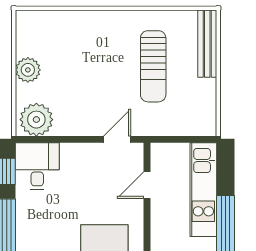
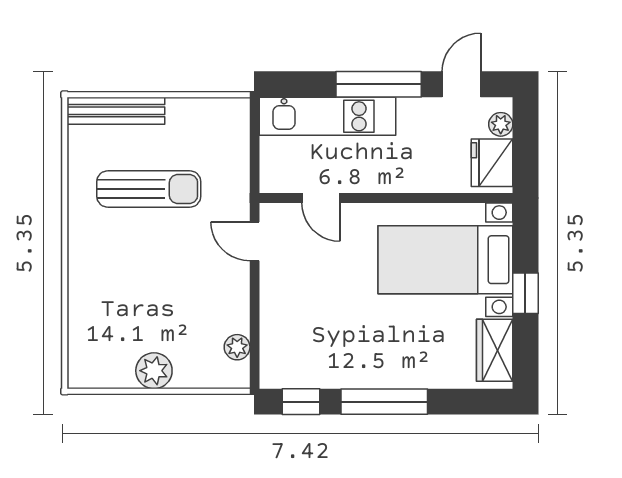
plant: (36, 120) -> (237, 347), width x0.53, depth x0.53
desk: (37, 166) -> (294, 357), removed

